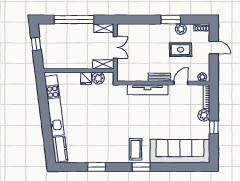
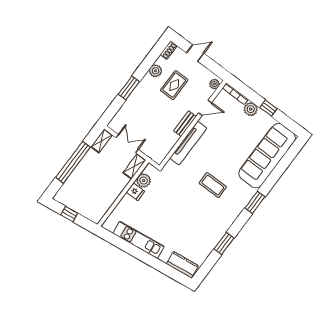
window: (171, 20) -> (129, 88), moved
door: (181, 83) -> (205, 108), swing flipped
kitchen unit: (54, 106) -> (139, 240), width x0.73
coffee table: (135, 149) -> (213, 185), moved

